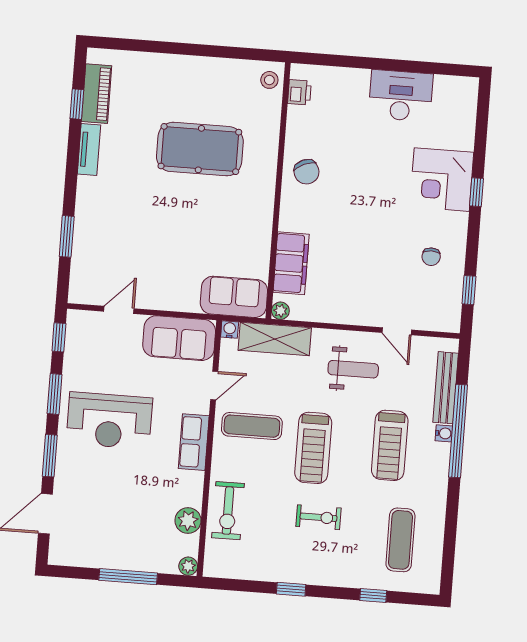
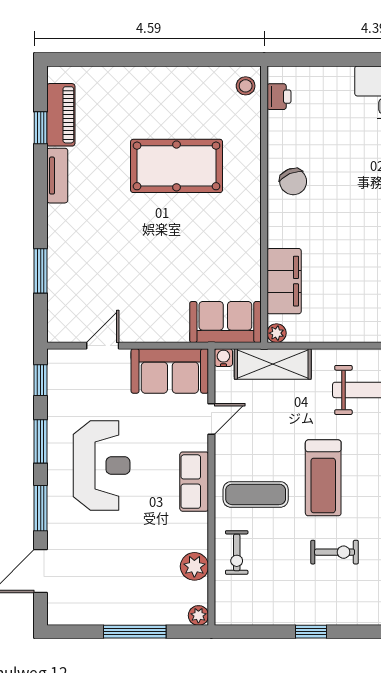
reception desk: (109, 421) -> (102, 466), turned -90
exercise mat: (252, 426) -> (256, 494), moved
exercise bike: (228, 511) -> (237, 552), width x0.73, depth x0.72

